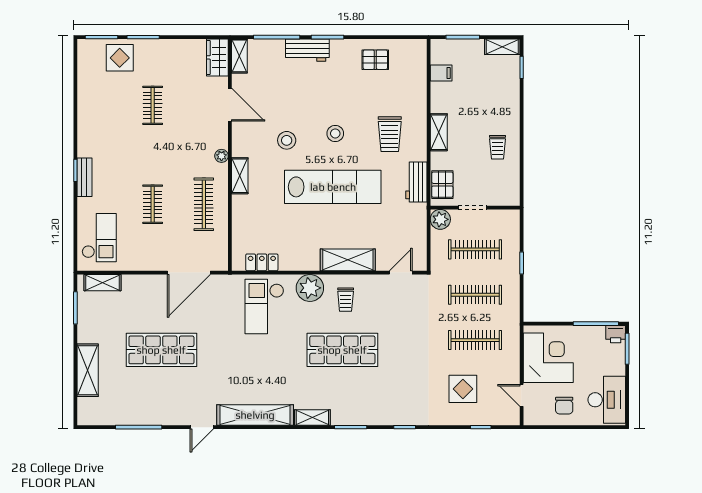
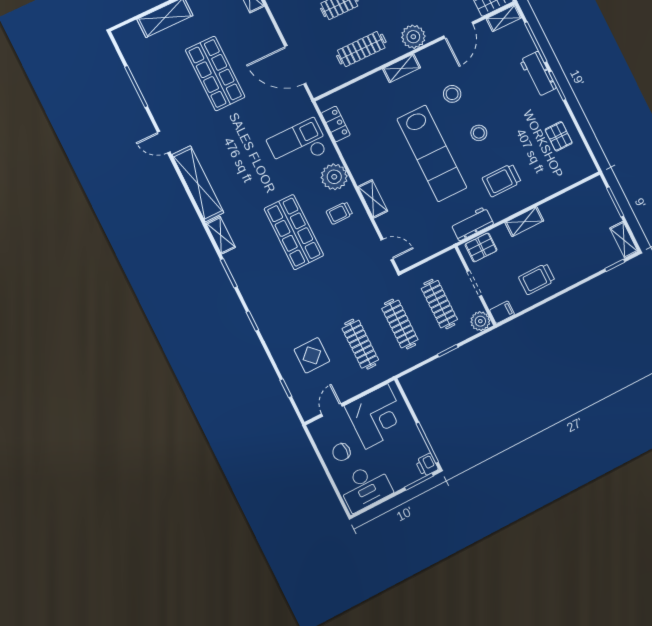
filing cabinet: (441, 73) -> (502, 312), moved, turned -90
trolley: (498, 147) -> (537, 279), width x1.36, depth x1.39
plant: (222, 156) -> (413, 37), width x1.87, depth x1.87
plant: (440, 219) -> (480, 321), moved
shelving: (348, 260) -> (373, 199), width x0.67, depth x0.75

